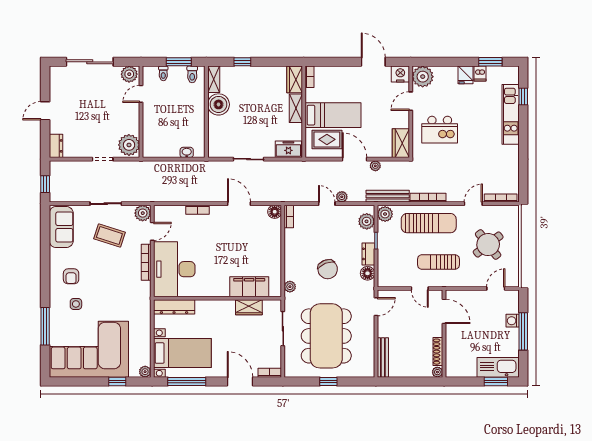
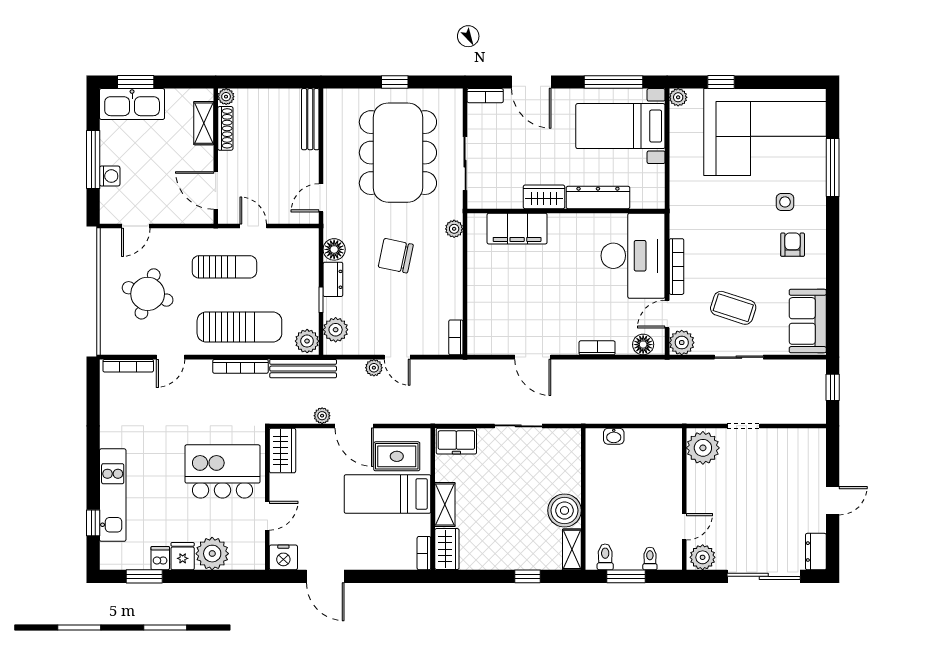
plant: (423, 77) -> (212, 554), moved
kitchen island: (440, 130) -> (223, 471), width x1.37, depth x1.28
dresser: (56, 146) -> (816, 552), moved
floor lamp: (275, 212) -> (643, 345), moved
sun lounger: (429, 223) -> (239, 327), turned 180
round table: (488, 245) -> (148, 294), turned -34
chair: (328, 269) -> (396, 256), turned -56
dresser: (174, 307) -> (598, 198), moved
wardrobe: (249, 307) -> (544, 197), moved
shelving: (452, 355) -> (204, 123), added

